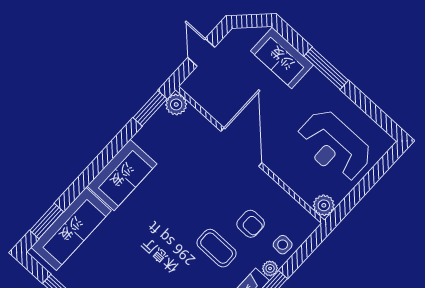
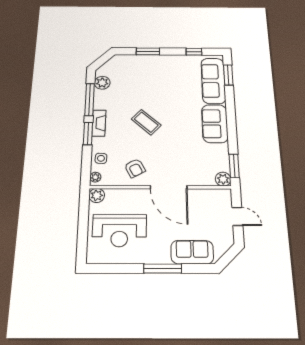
reception desk: (334, 146) -> (119, 231), turned 180
armchair: (251, 224) -> (135, 168), moved, turned -118
coffee table: (217, 248) -> (146, 122), moved, turned 42
plant: (270, 268) -> (95, 177), moved

